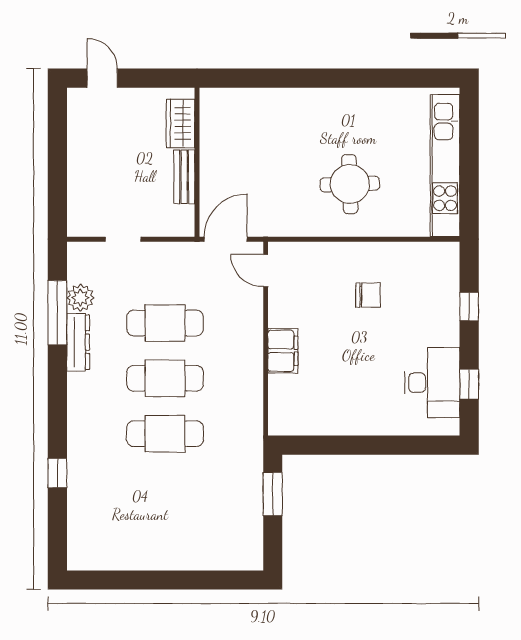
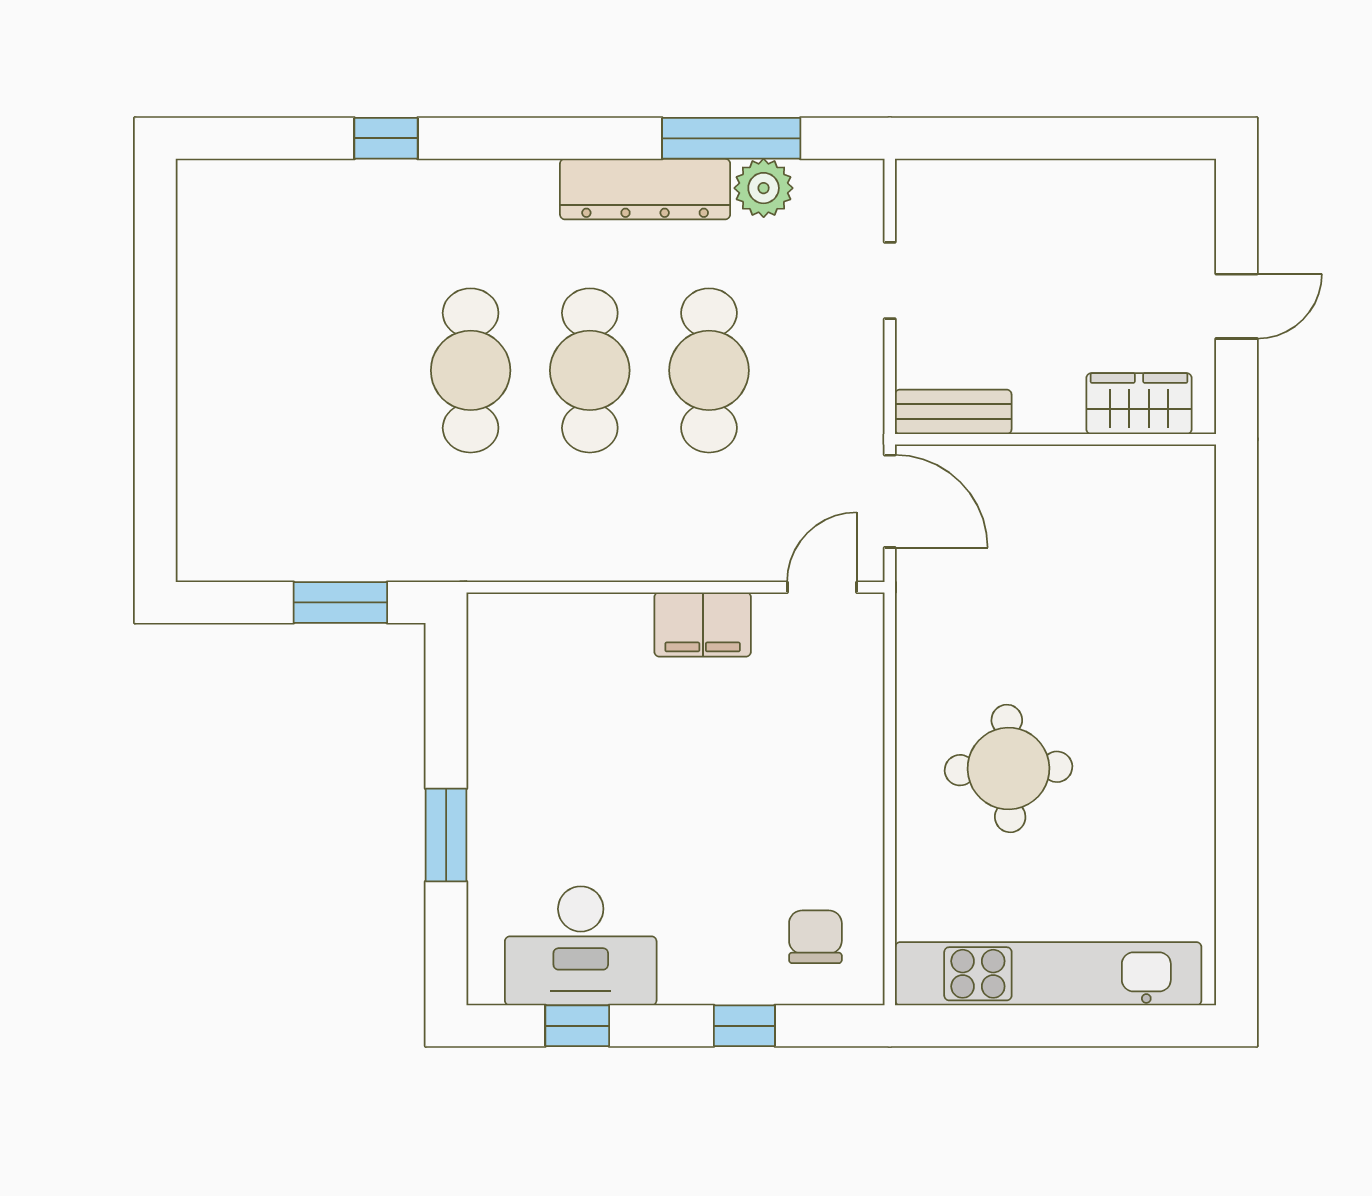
door: (102, 78) -> (1237, 306), moved
bench: (184, 177) -> (953, 412), moved
chair: (368, 295) -> (815, 937), moved, turned 180
dresser: (78, 342) -> (645, 189), width x1.37, depth x1.24
filing cabinet: (283, 351) -> (703, 624), moved
window: (381, 445) -> (446, 835), added

